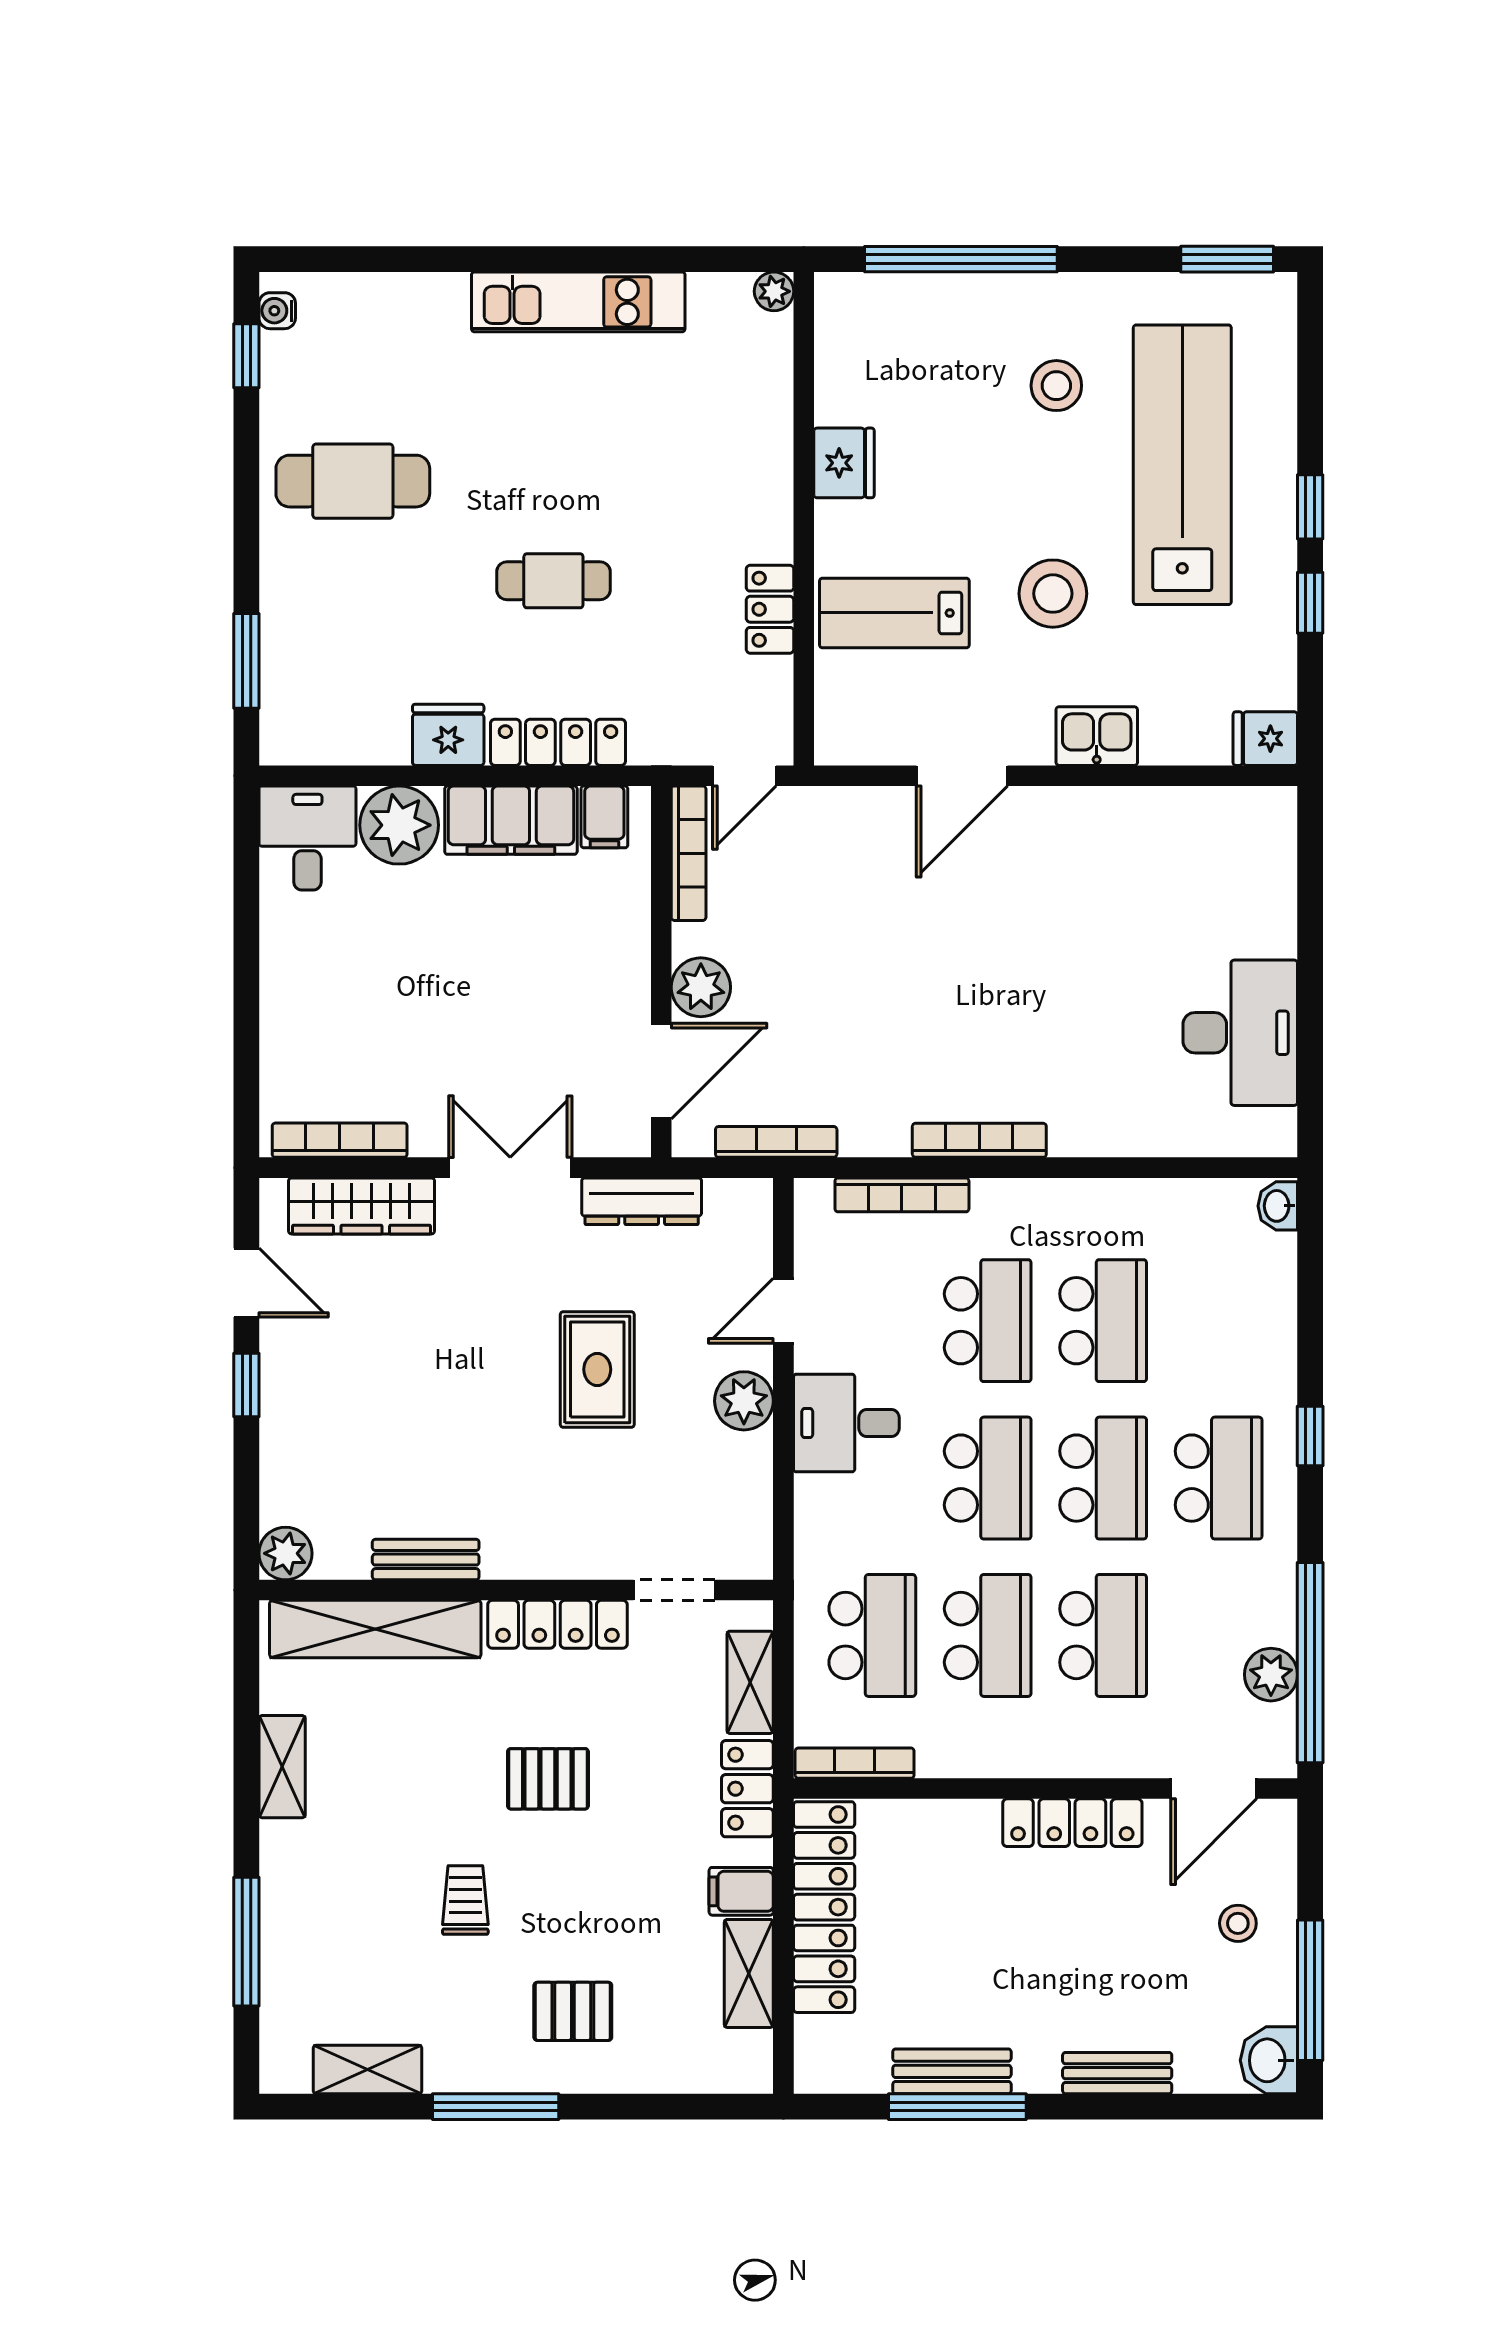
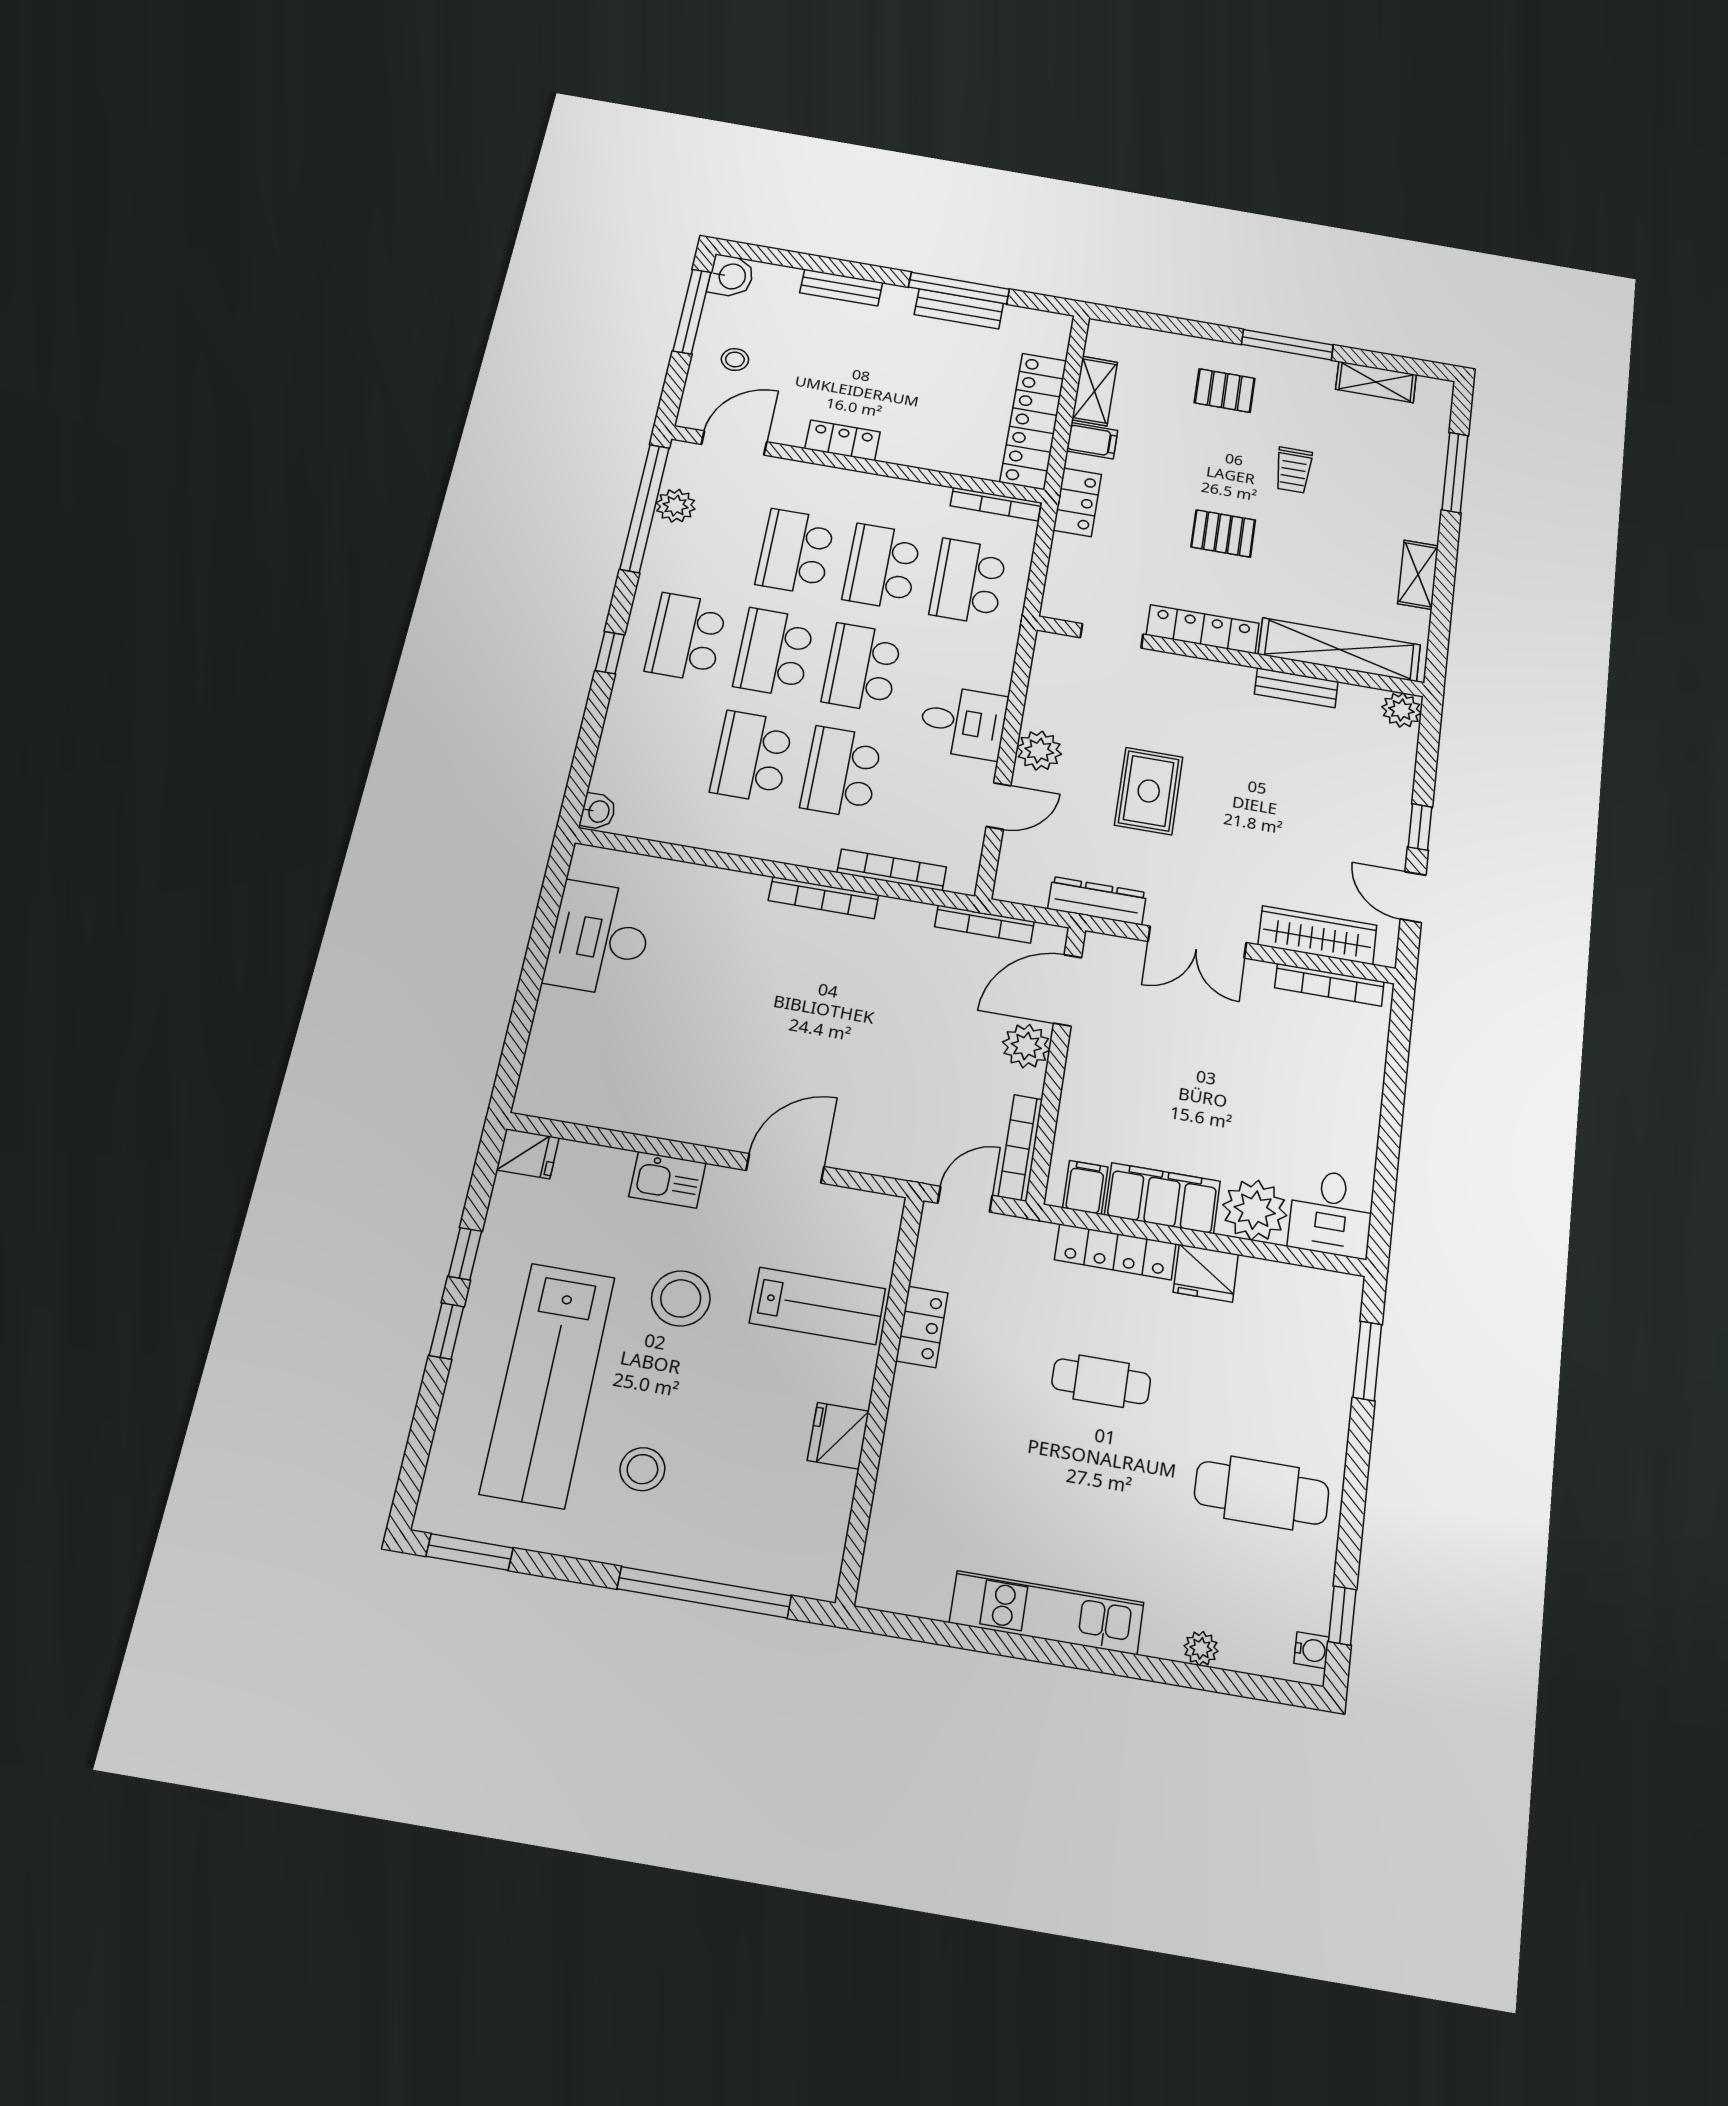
plant: (774, 291) -> (1201, 1648), moved
shelving: (750, 1682) -> (1064, 568), removed
locker: (1072, 1823) -> (843, 440), width x0.66

